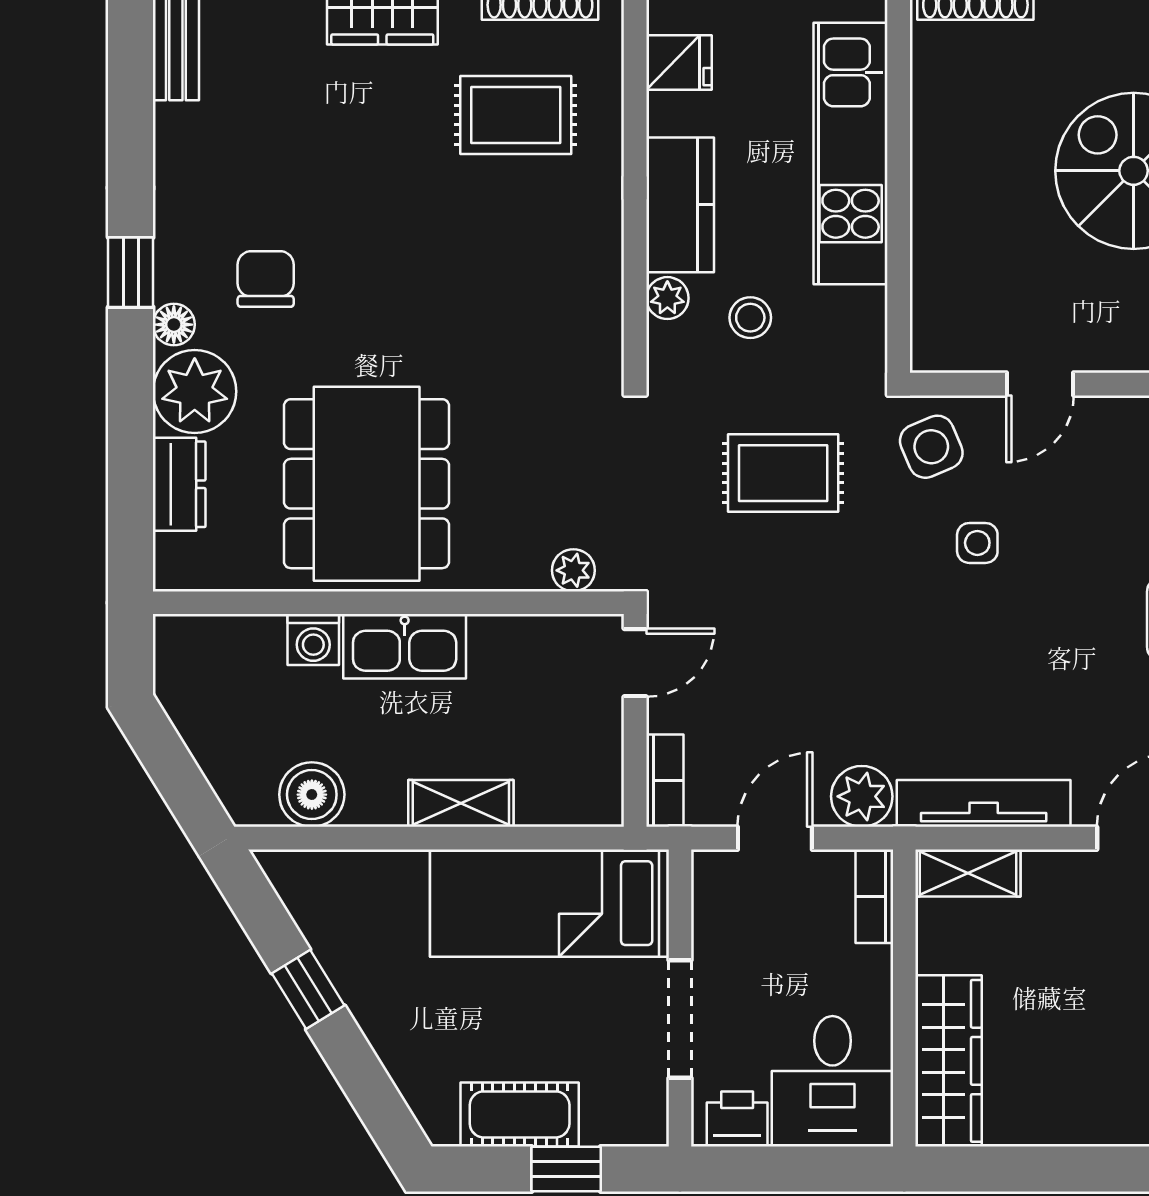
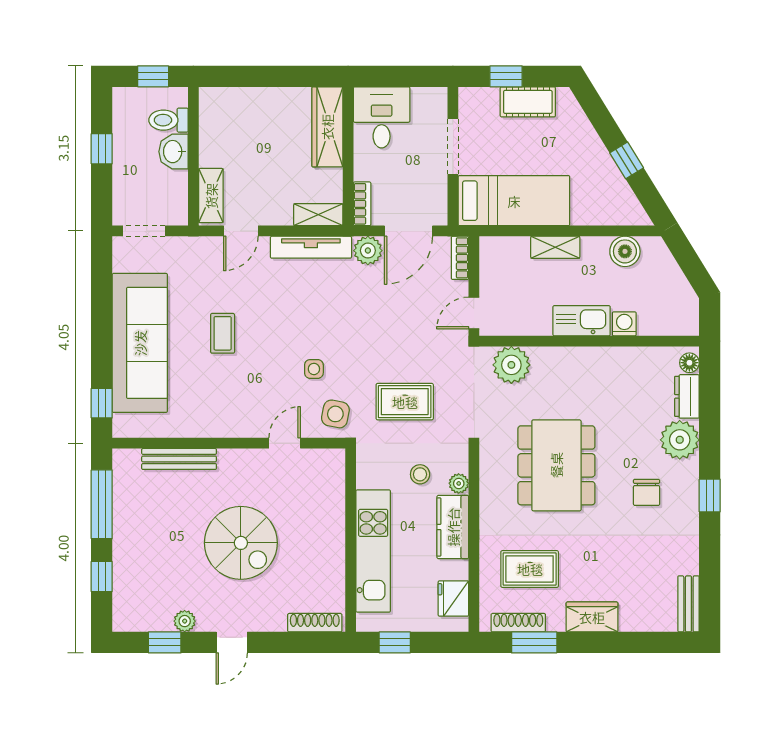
fridge: (679, 62) -> (453, 598), width x1.38
floor lamp: (174, 325) -> (689, 363), moved
side table: (931, 447) -> (335, 414), turned 34
dining table: (367, 484) -> (556, 465), moved
plant: (573, 570) -> (511, 365), width x1.88, depth x1.88
door: (775, 838) -> (409, 231), width x1.38
printer: (737, 1119) -> (426, 100), removed

